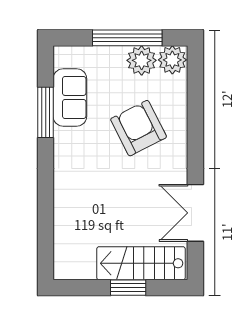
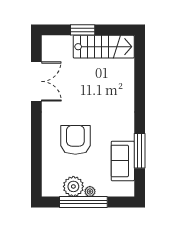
plant: (172, 60) -> (90, 191), moved, width x0.53, depth x0.53
armchair: (139, 128) -> (75, 140), turned -153
stairs: (141, 263) -> (104, 47), moved

